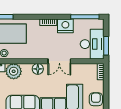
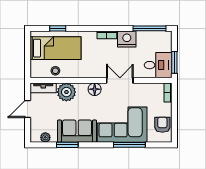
desk: (92, 44) -> (158, 65), width x0.73
double door: (59, 61) -> (120, 80), swing flipped

